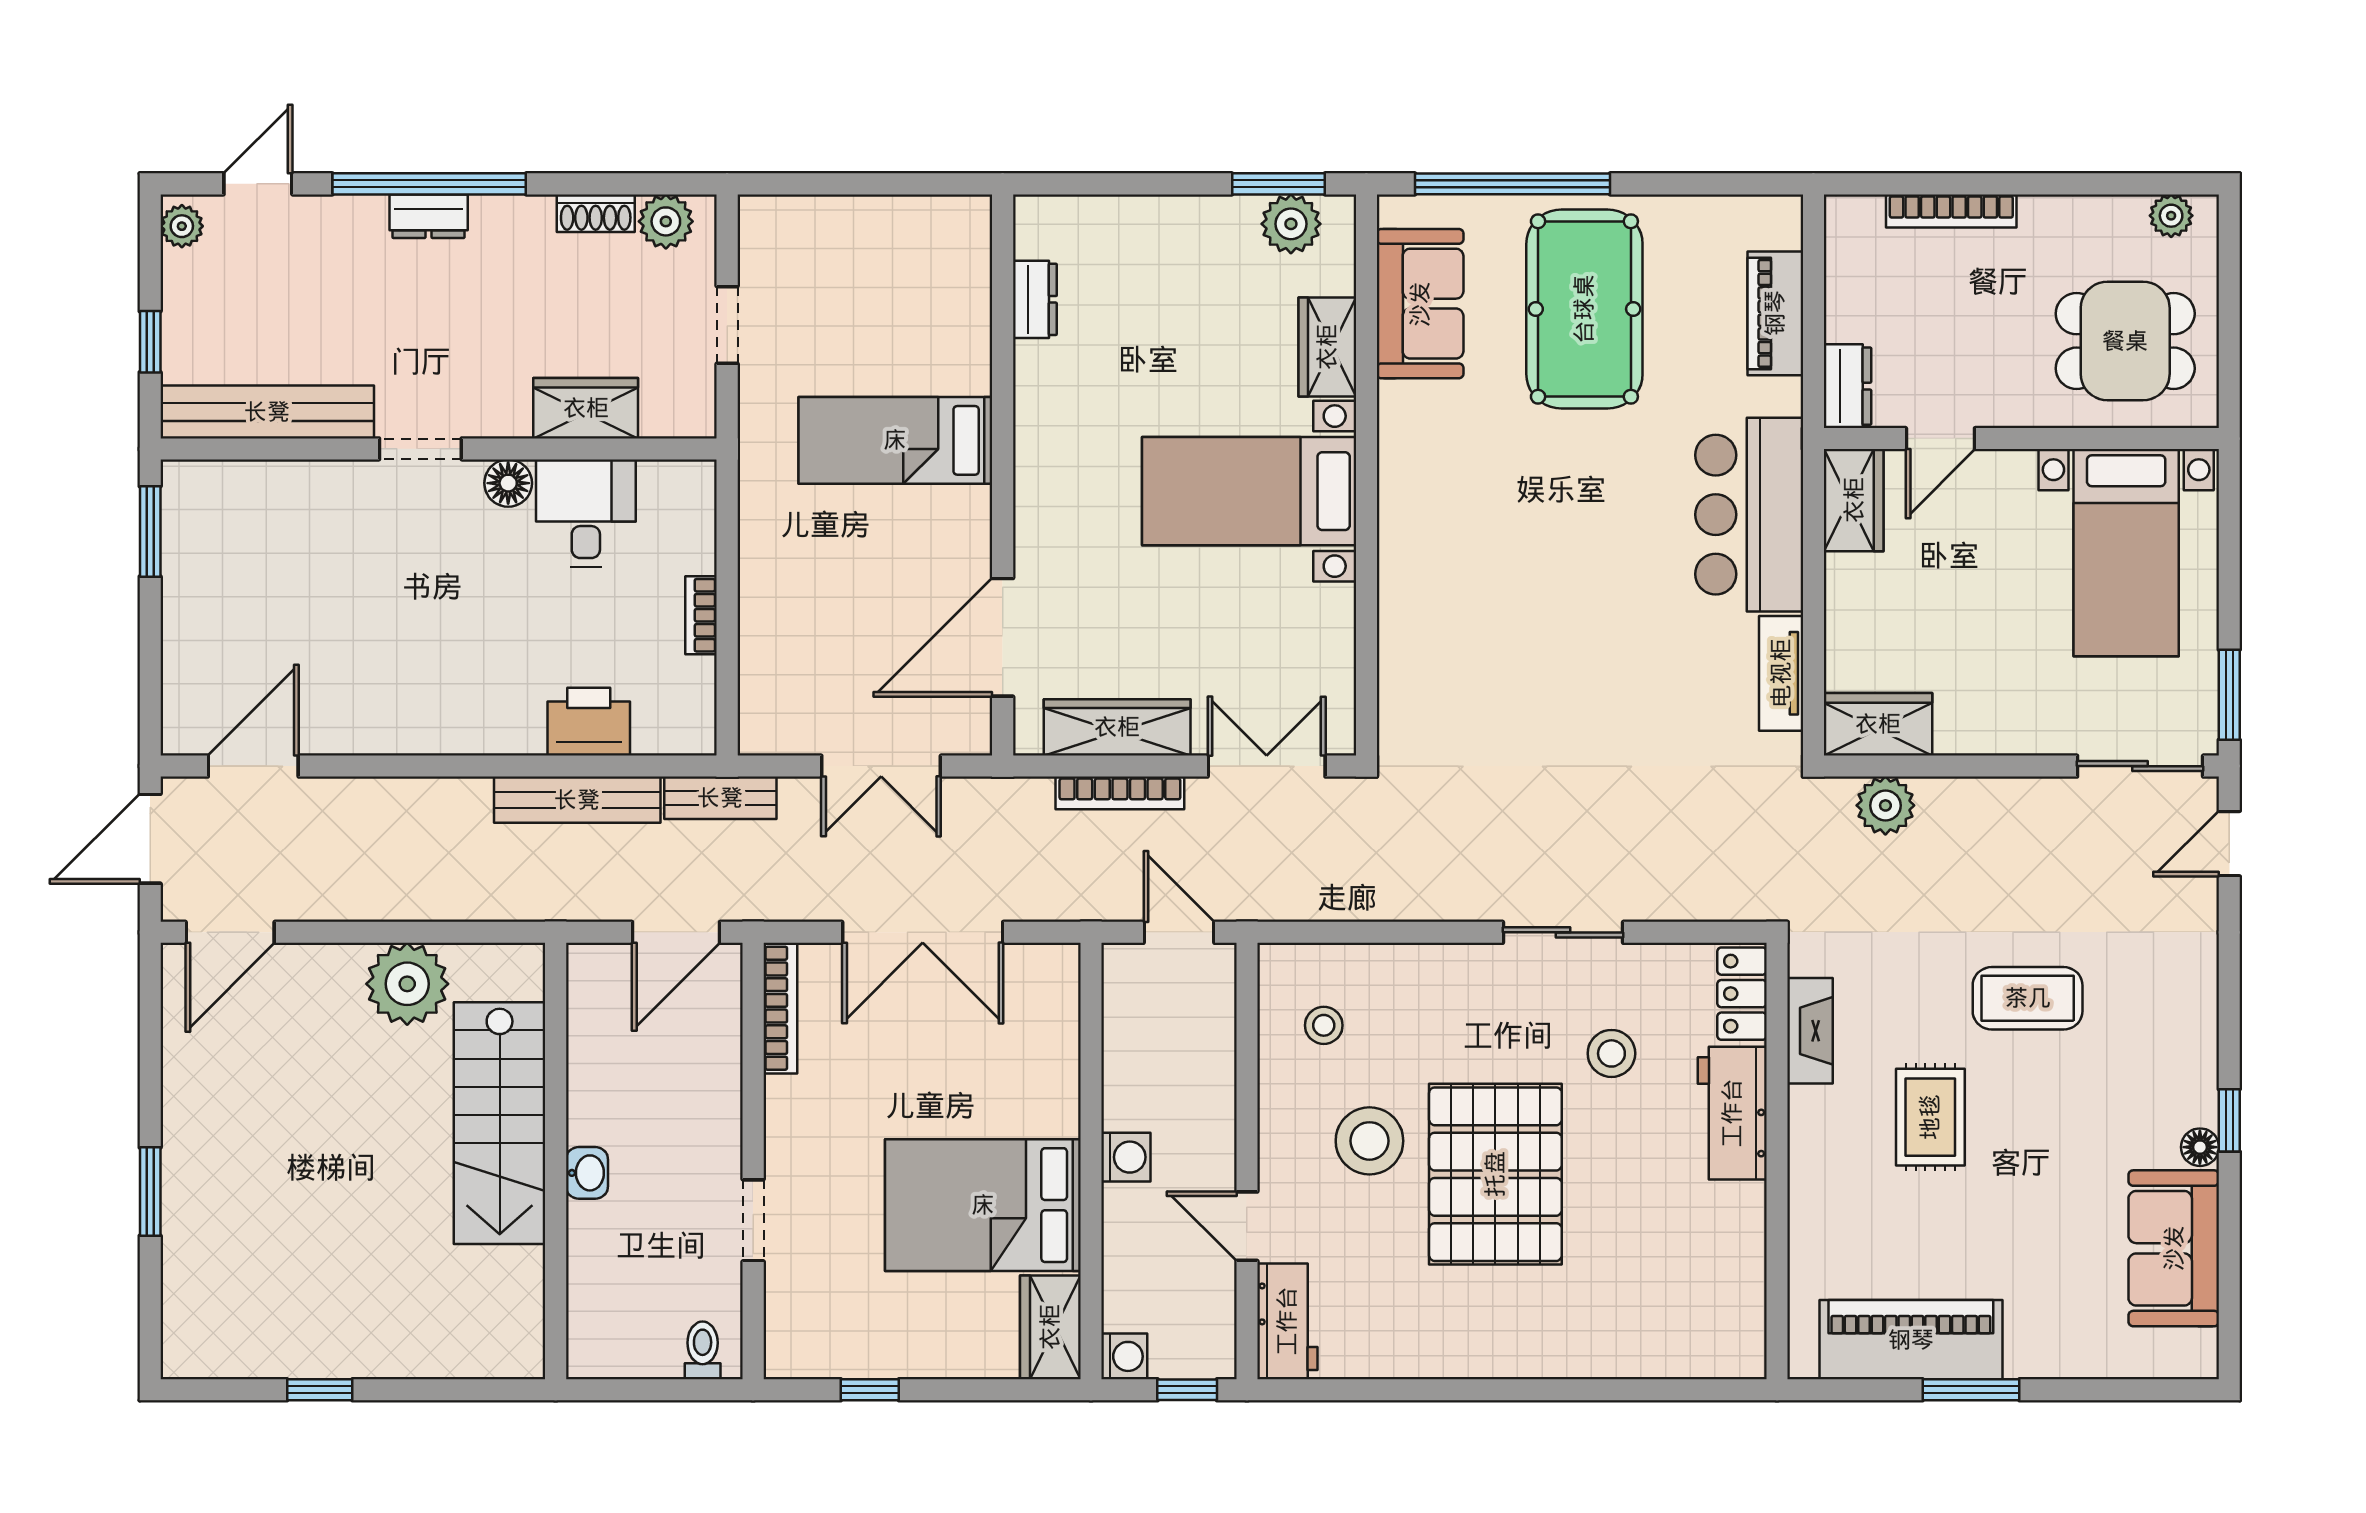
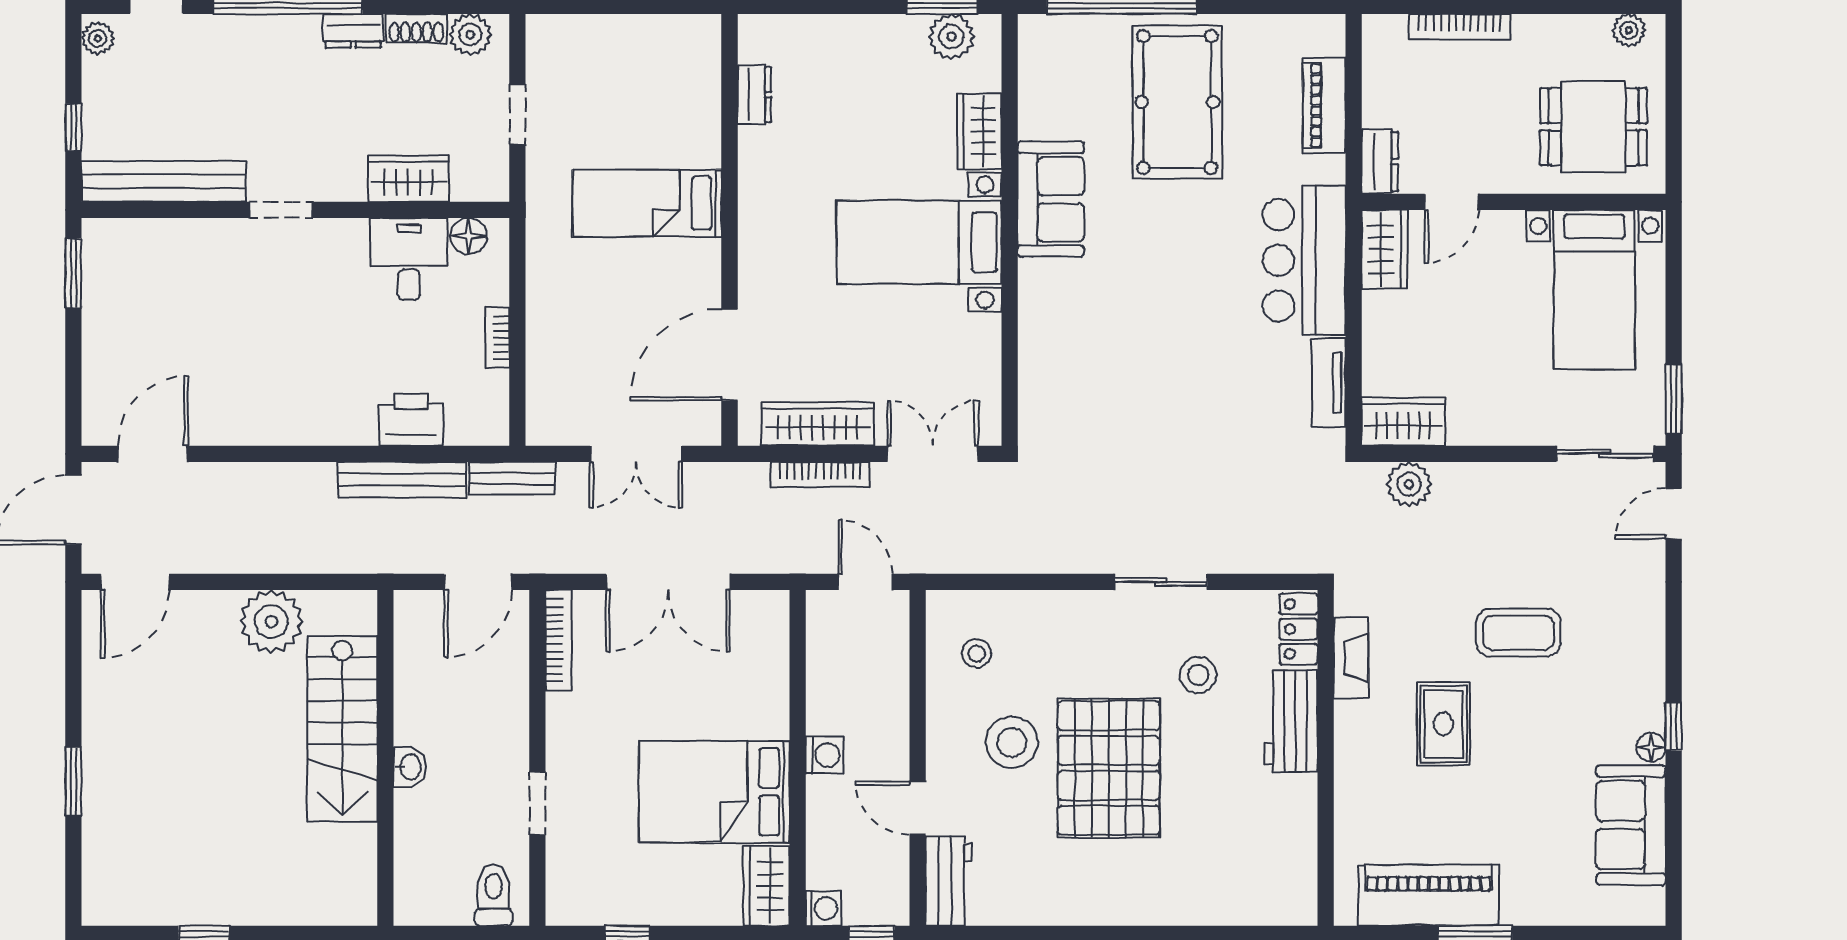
dresser: (429, 216) -> (353, 31), moved
sofa: (1420, 304) -> (1051, 199), moved
floor lamp: (508, 483) -> (468, 236), moved
toilet: (703, 1350) -> (493, 895), width x1.37, depth x1.39

